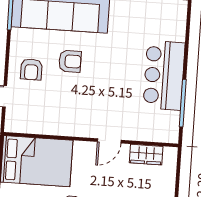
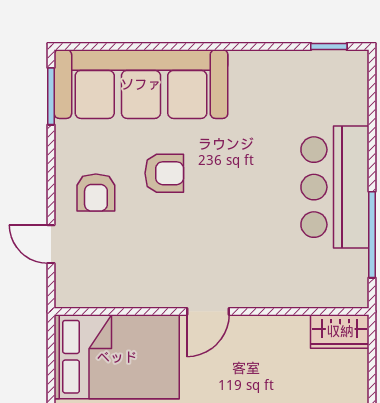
door: (109, 141) -> (208, 311), moved
wardrobe: (146, 155) -> (340, 331), moved

